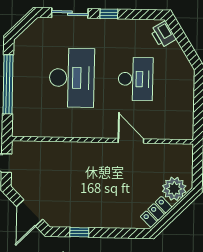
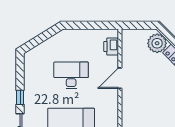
printer: (163, 34) -> (111, 46), moved, turned 122

